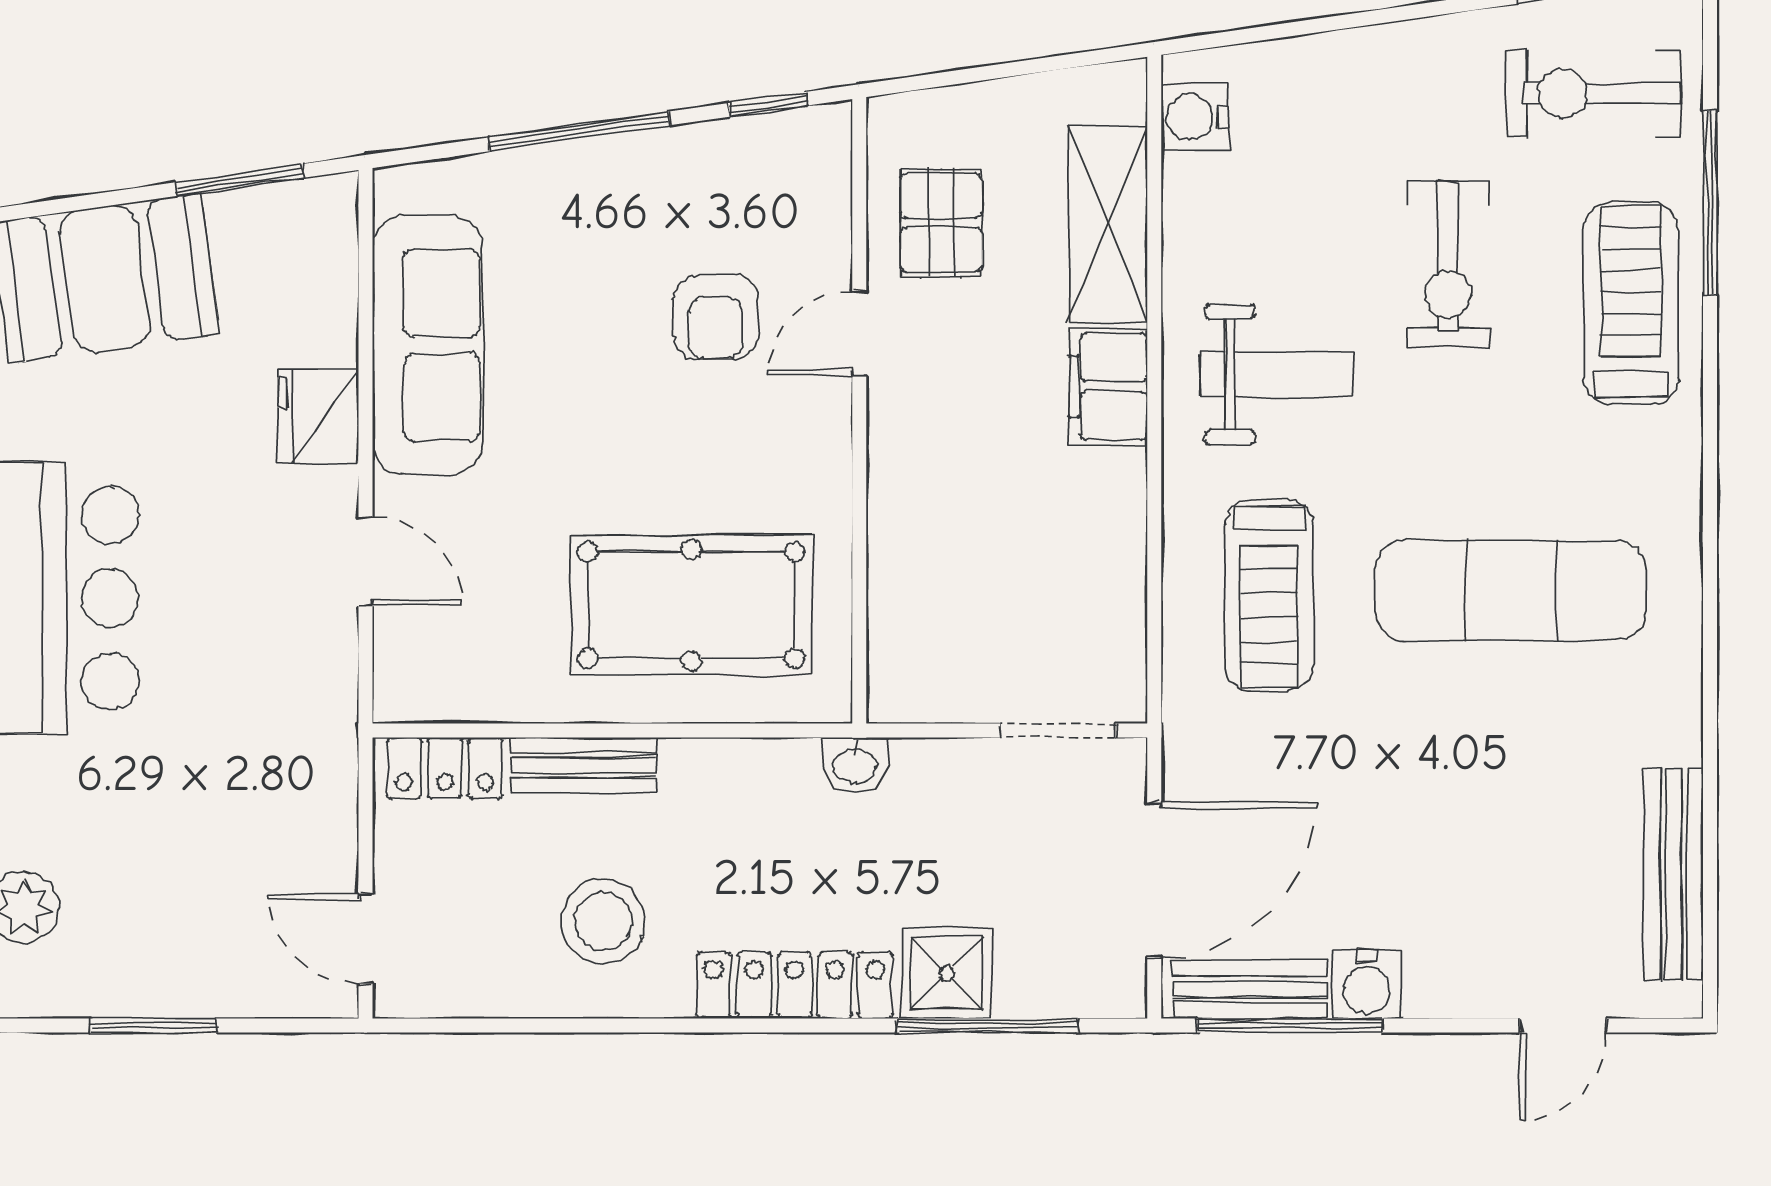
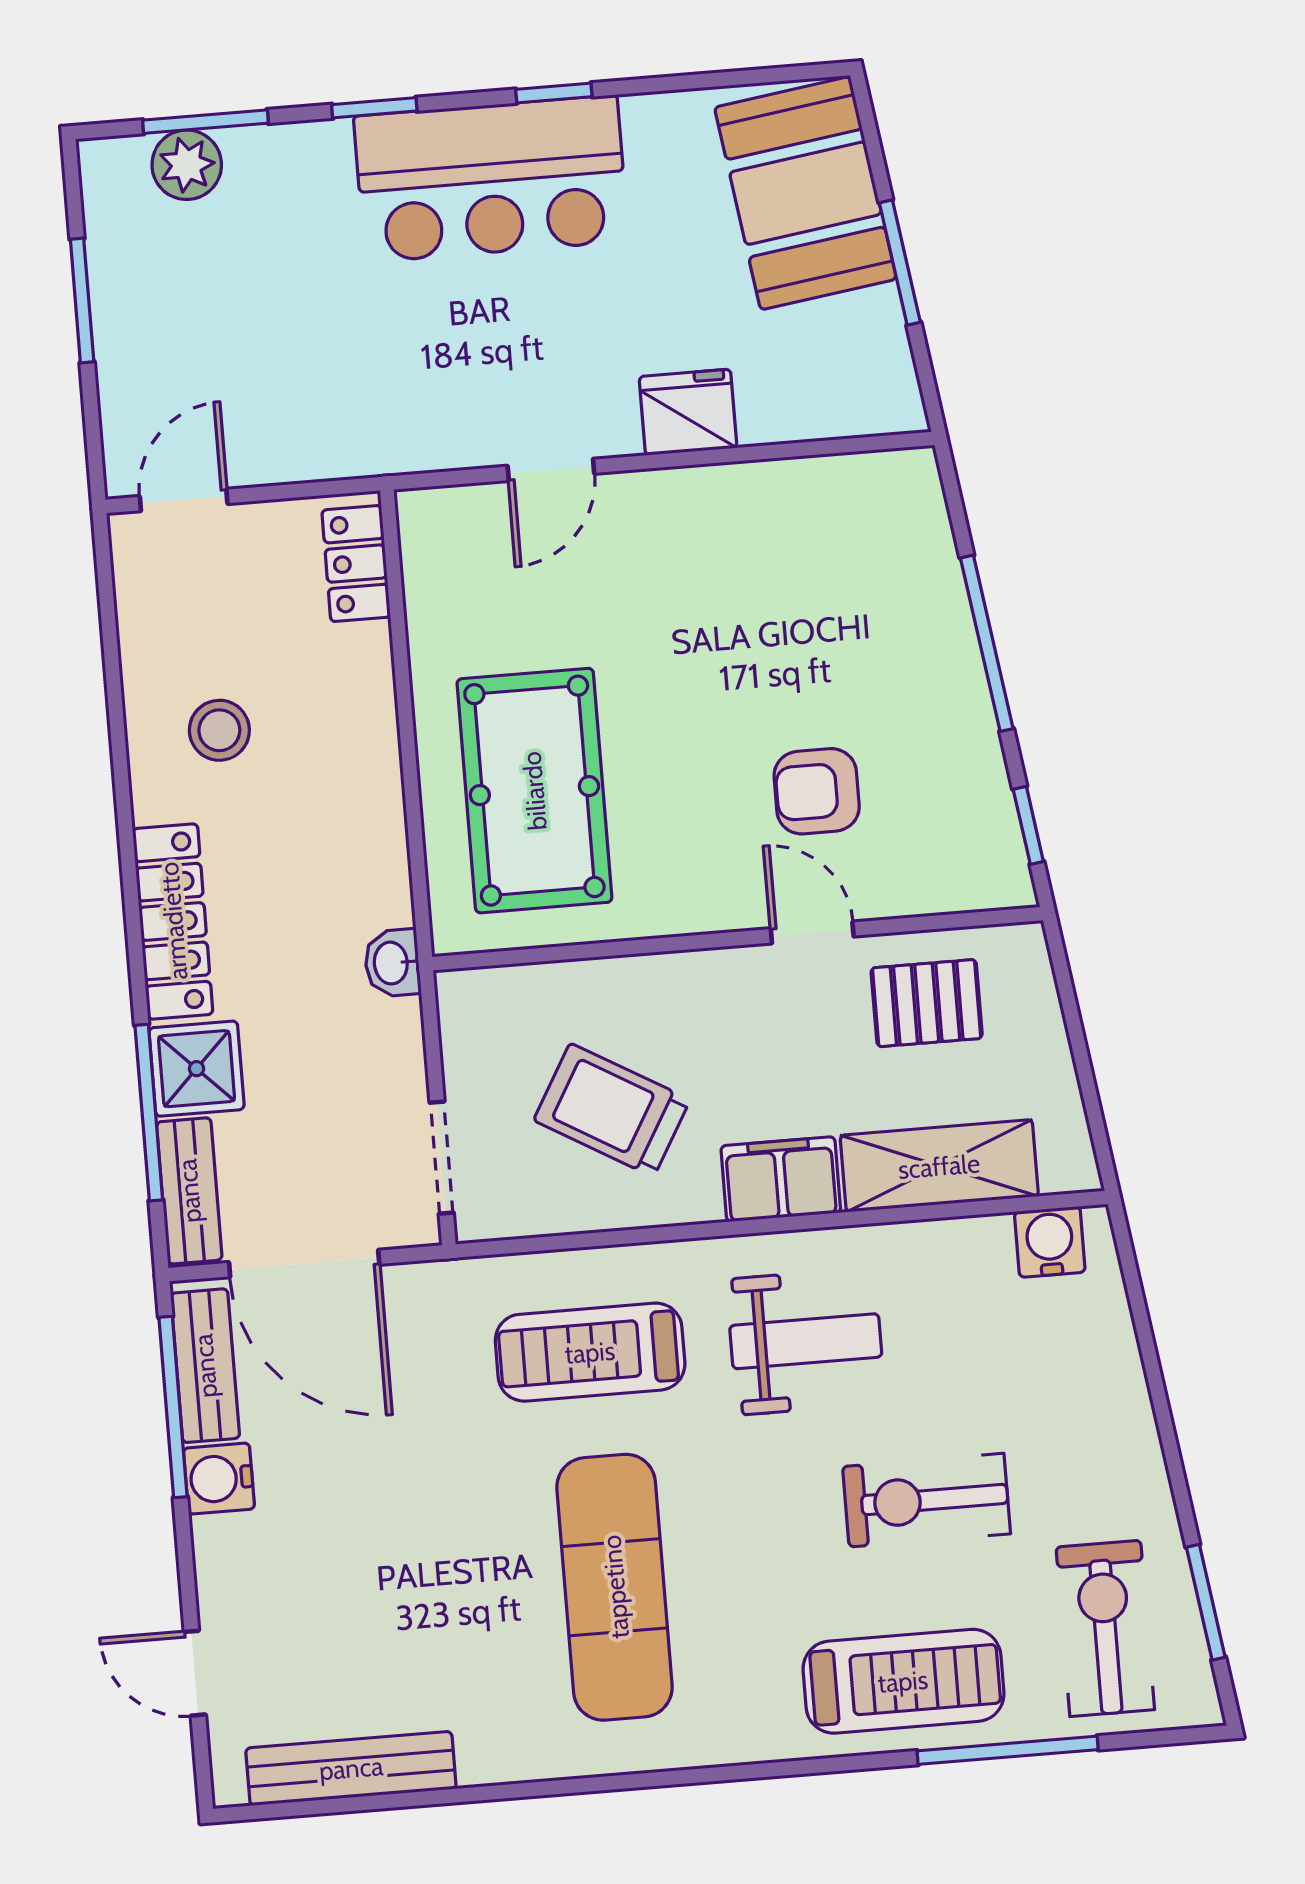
window: (240, 180) -> (900, 262), moved
sofa: (427, 345) -> (766, 513), removed
weight bench: (1276, 375) -> (806, 1341), turned -90
trolley: (1024, 553) -> (612, 1110), added
bench: (584, 765) -> (189, 1191), moved
stool: (603, 921) -> (219, 730), width x0.73, depth x0.73

